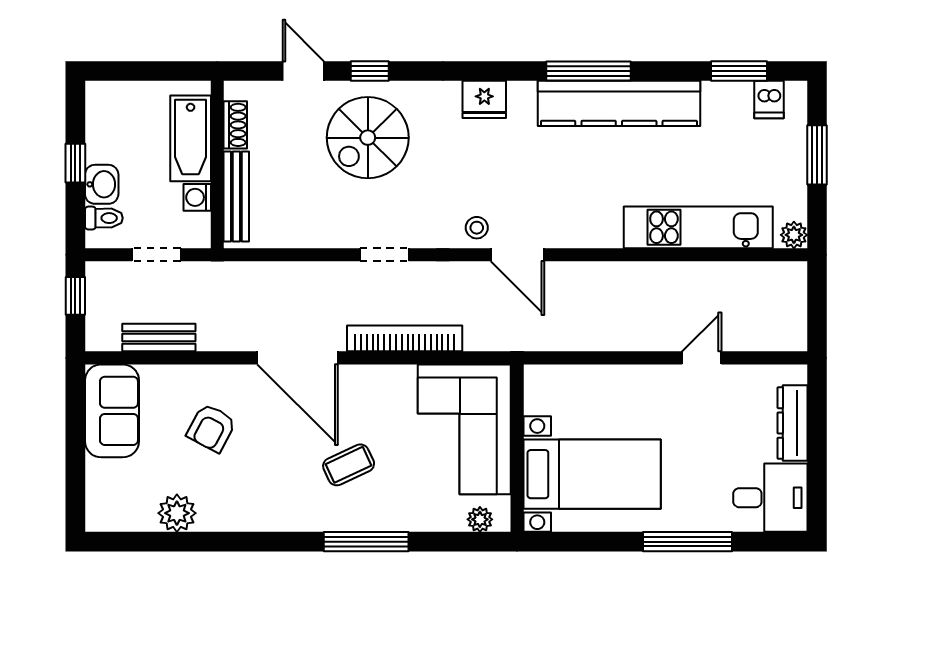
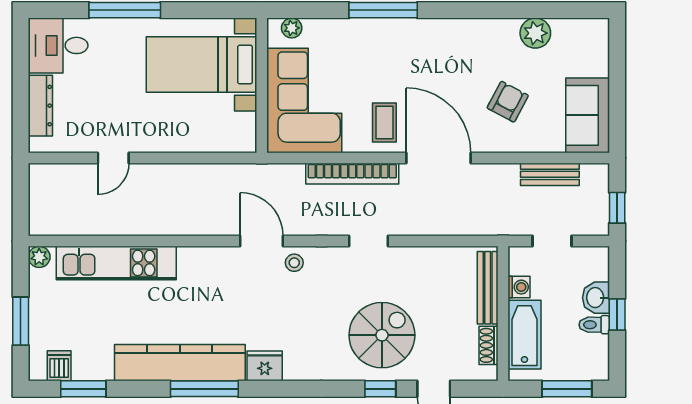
window: (138, 71) -> (567, 389), added
fridge: (484, 99) -> (265, 366), moved
toilet: (104, 218) -> (594, 325), moved
coffee table: (349, 465) -> (384, 123), moved, turned -65

